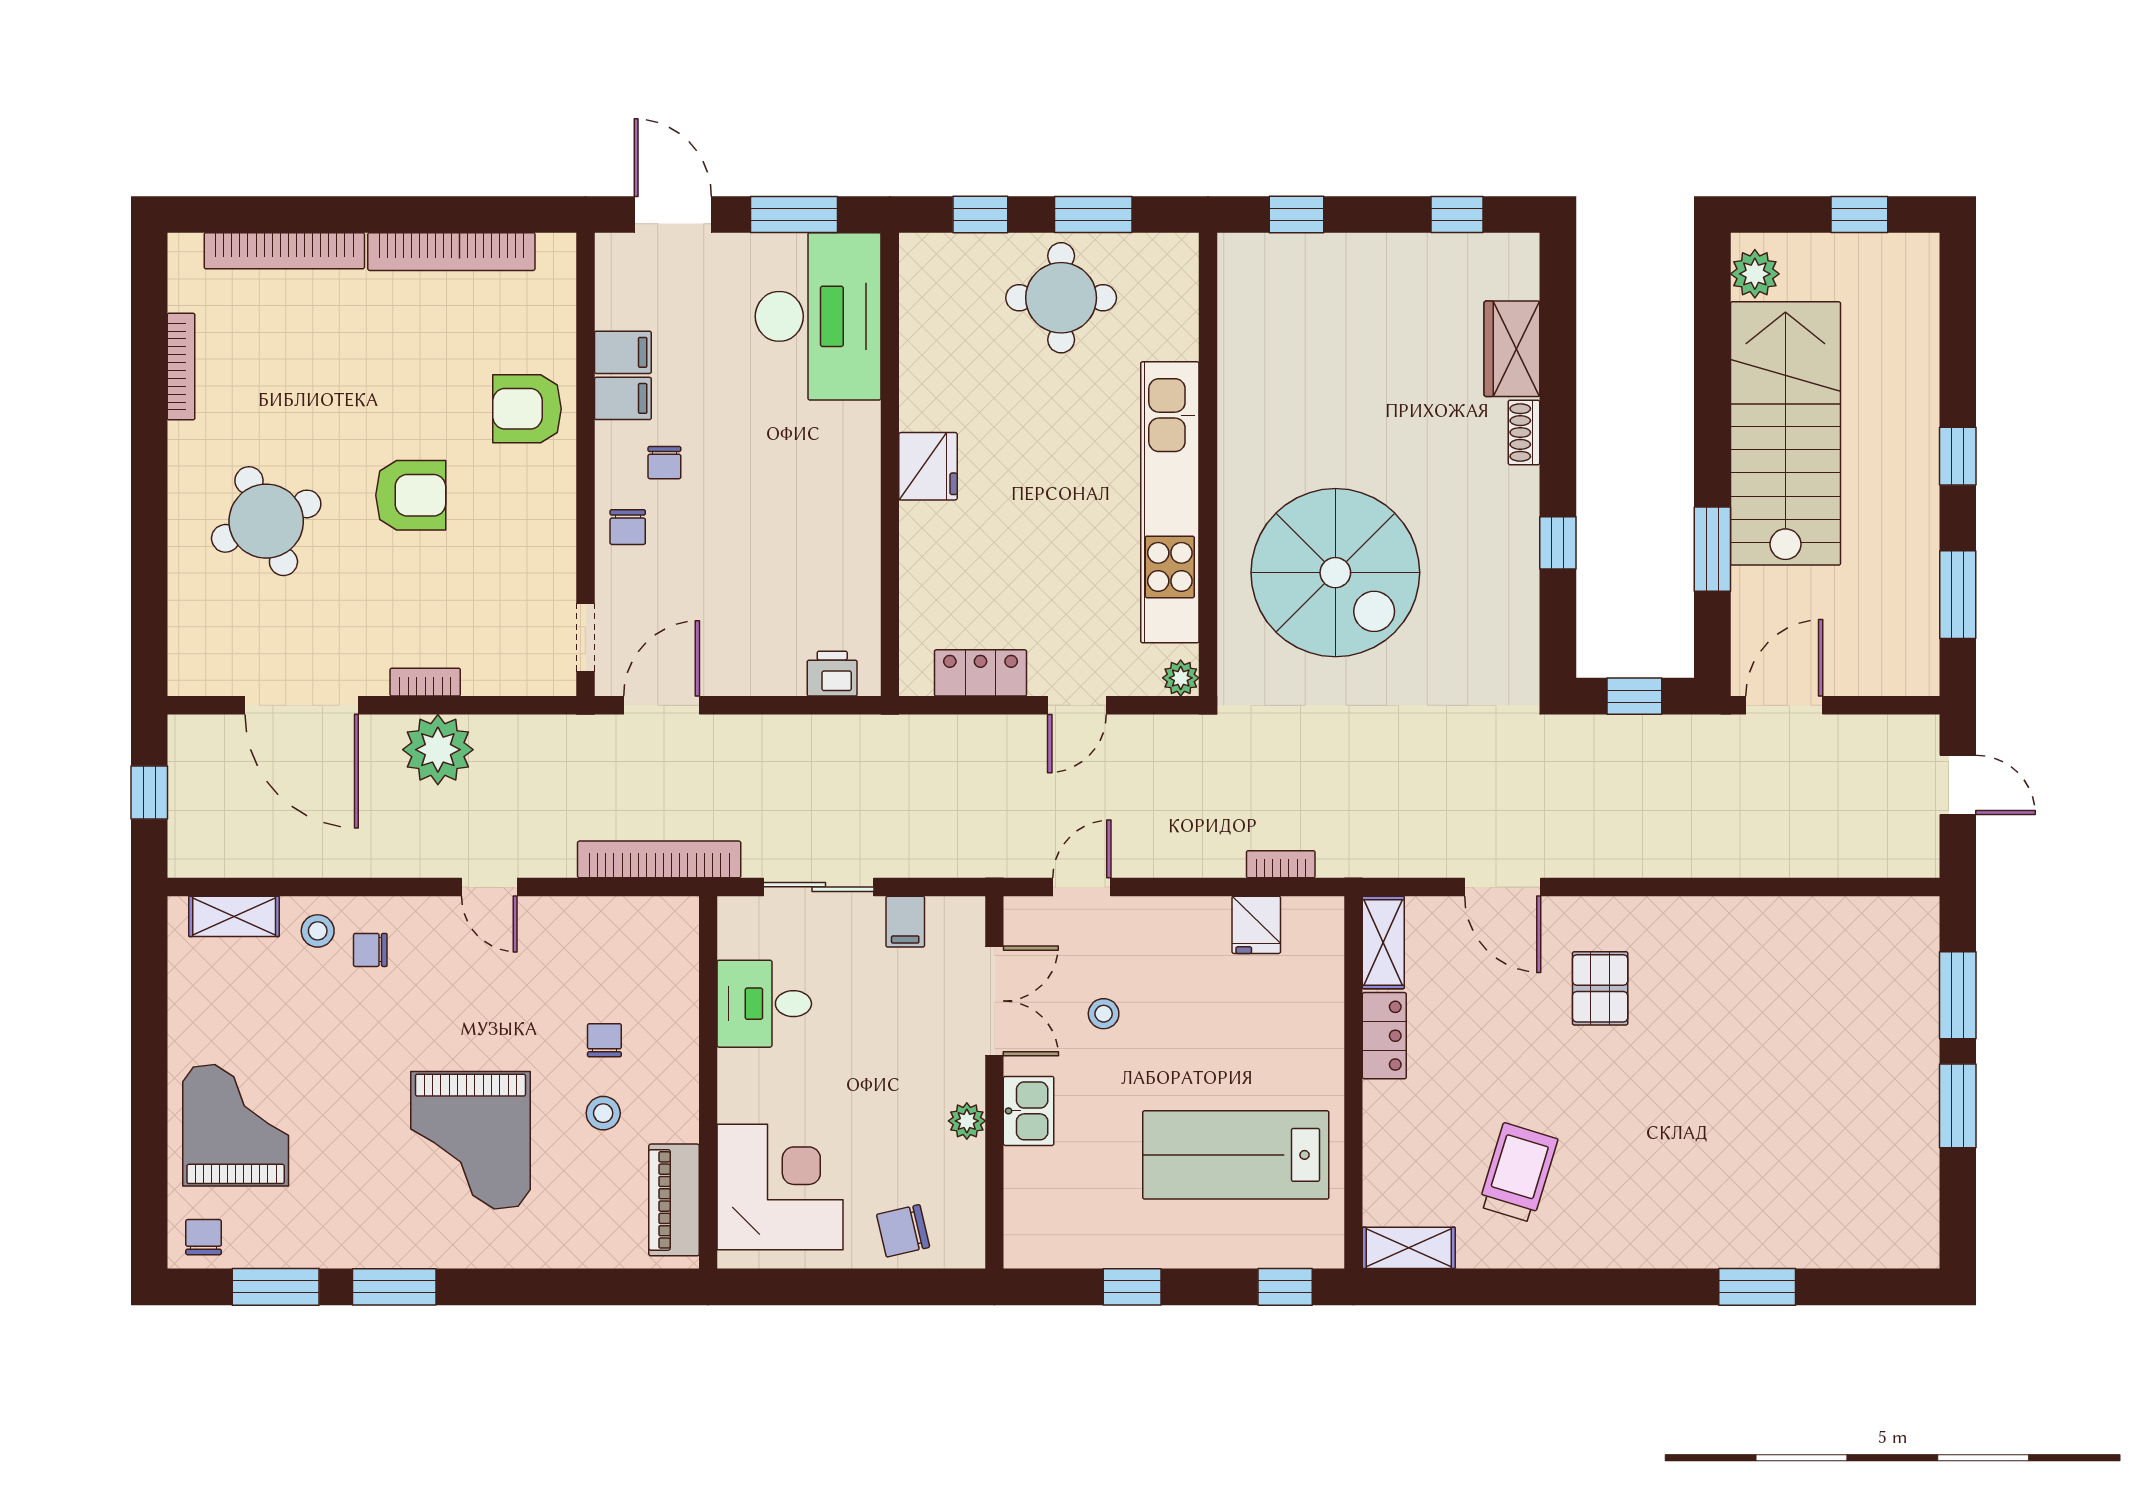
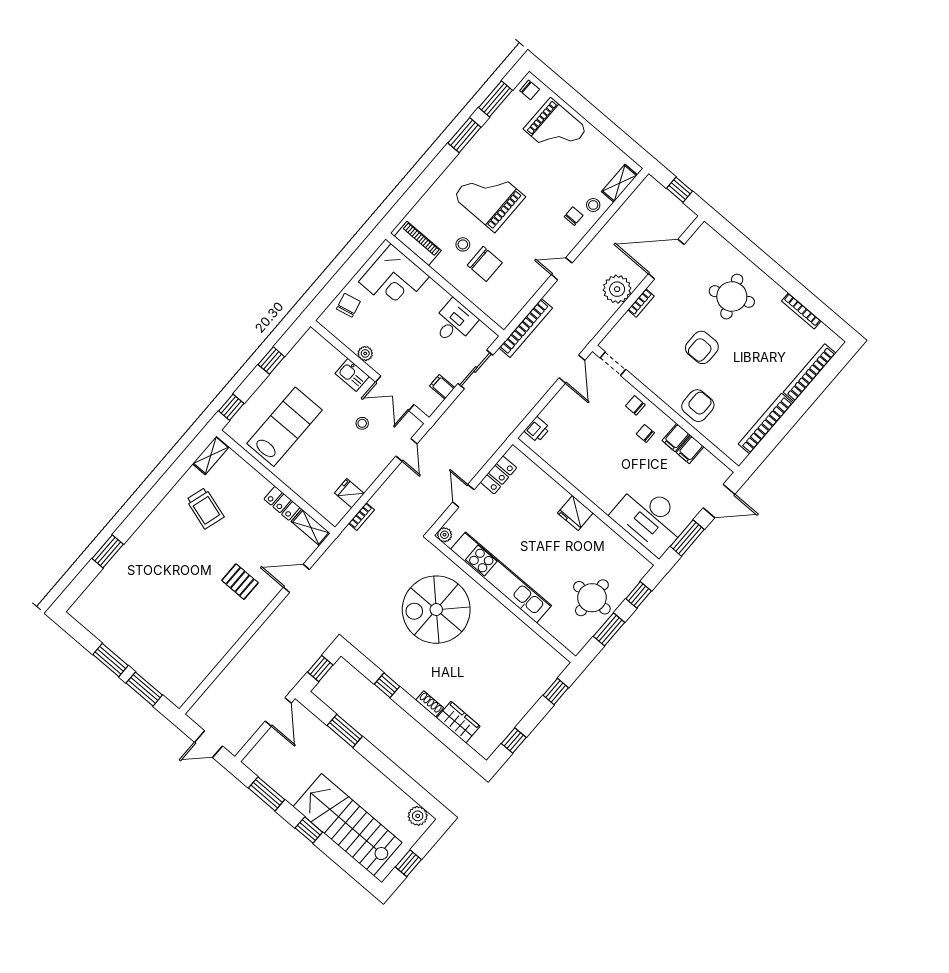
stairs: (1785, 433) -> (348, 825), moved, turned 180
chair: (604, 1040) -> (485, 264), width x1.87, depth x1.87

